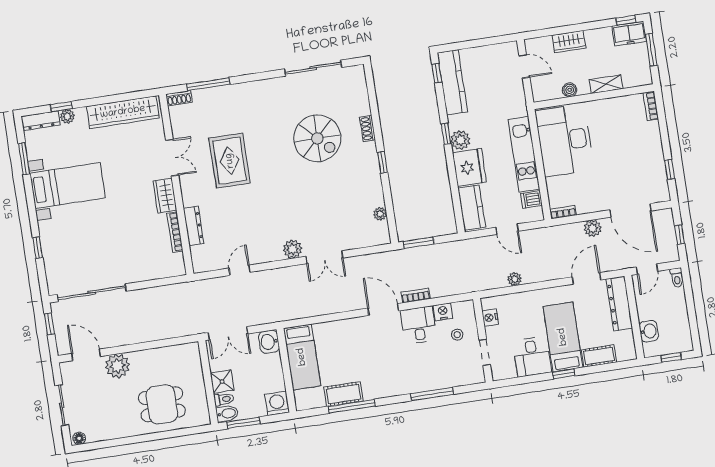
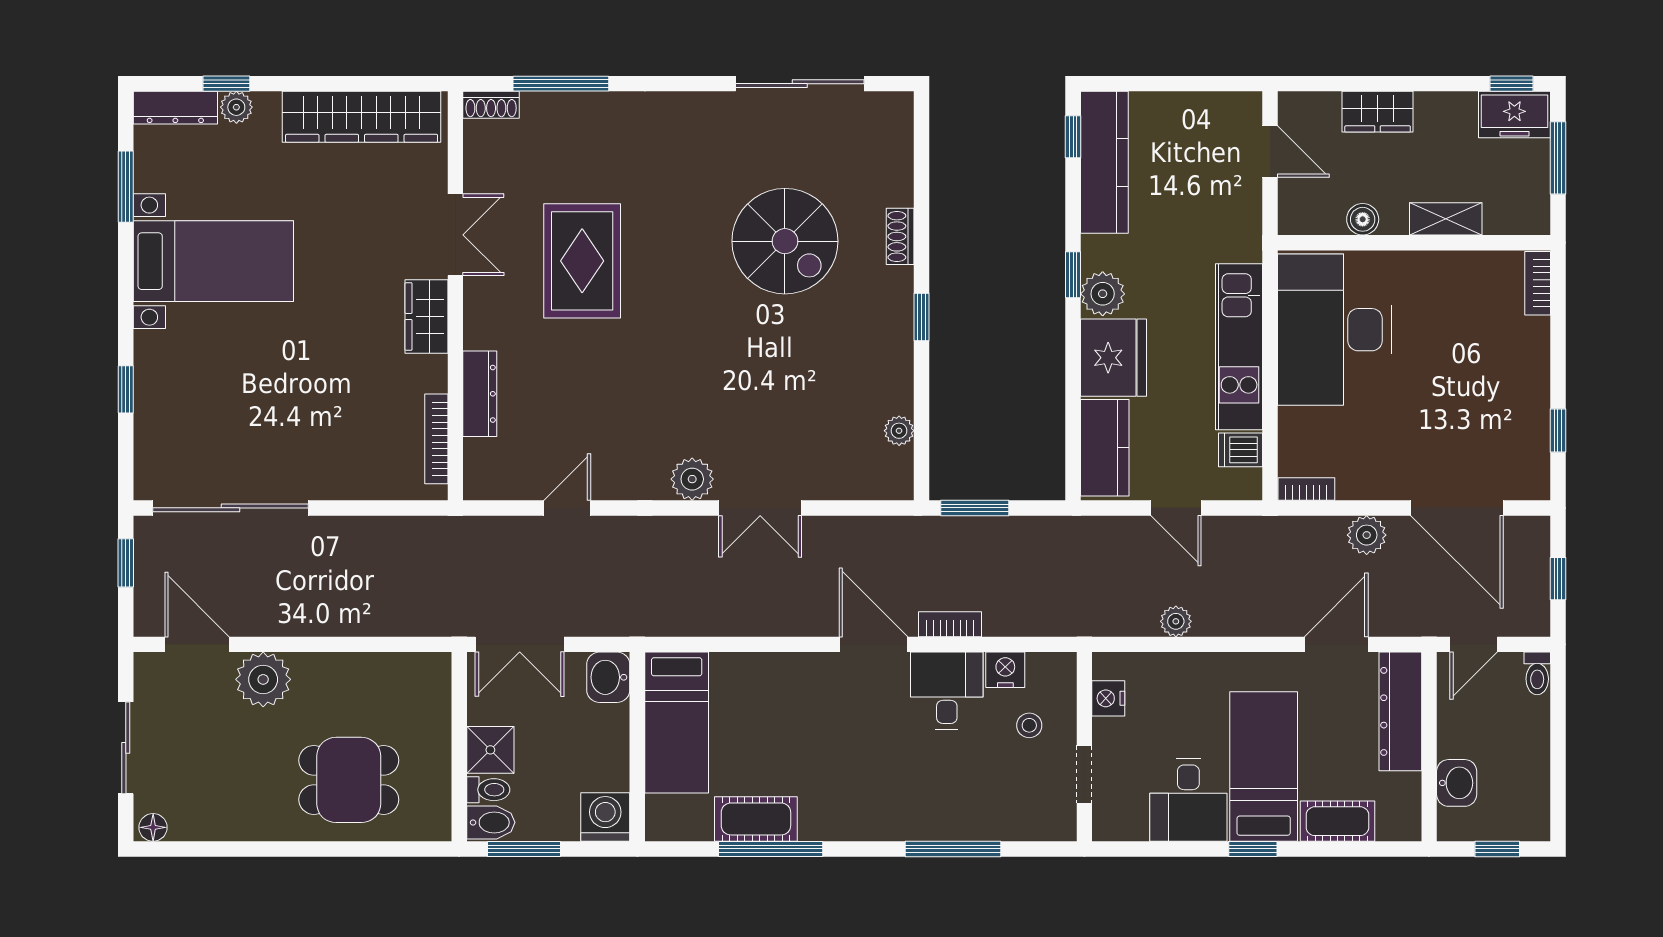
bookcase: (175, 232) -> (436, 439), moved

